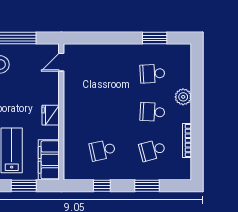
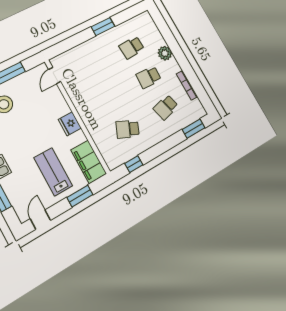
window: (155, 38) -> (103, 27), moved
school desk: (102, 150) -> (128, 129), turned 36
window: (102, 186) -> (134, 164), moved
window: (147, 186) -> (194, 129), moved

